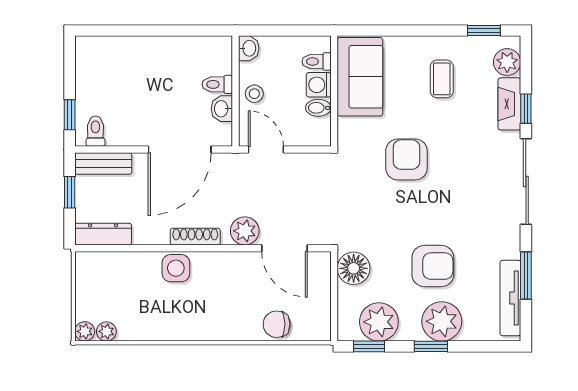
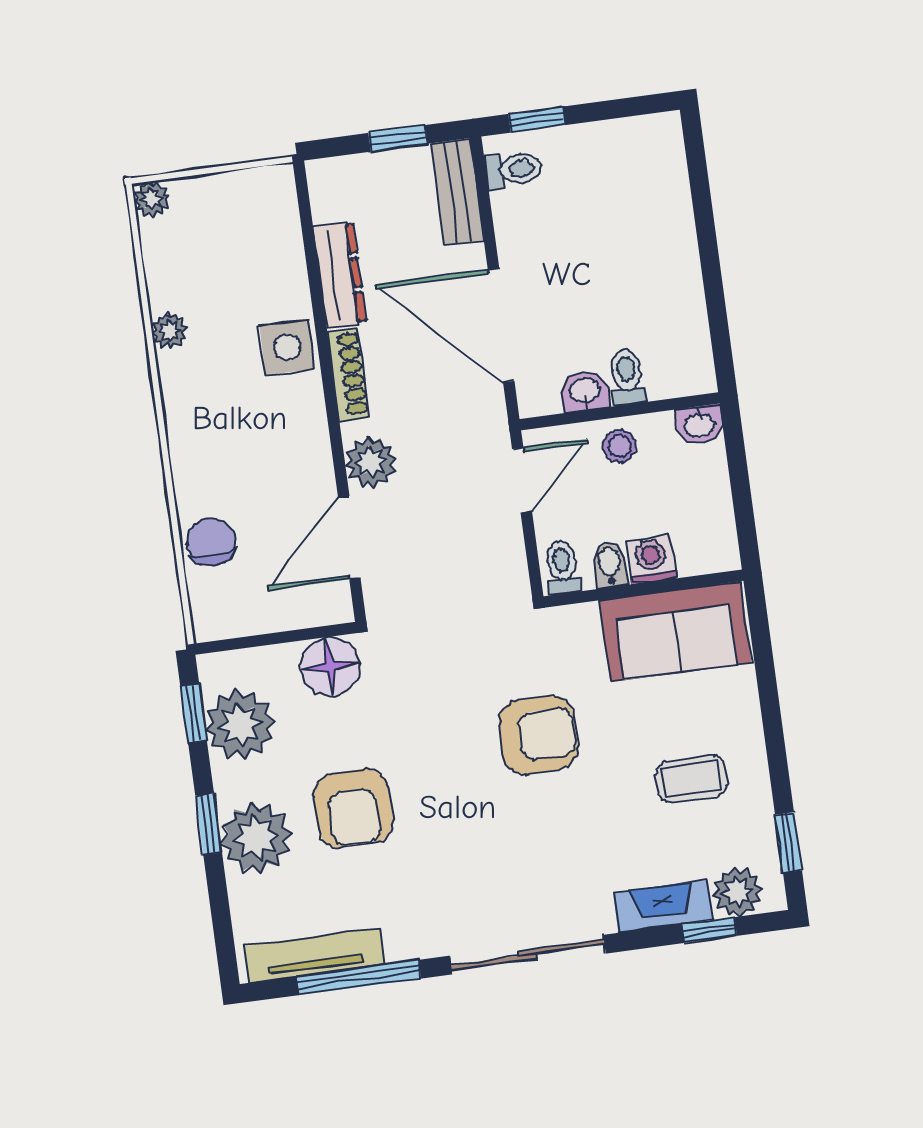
toilet: (317, 62) -> (562, 567), moved
window: (526, 109) -> (710, 930), moved
dresser: (103, 234) -> (340, 275), moved
window: (526, 276) -> (359, 977), width x1.44
plant: (106, 331) -> (169, 331), moved

